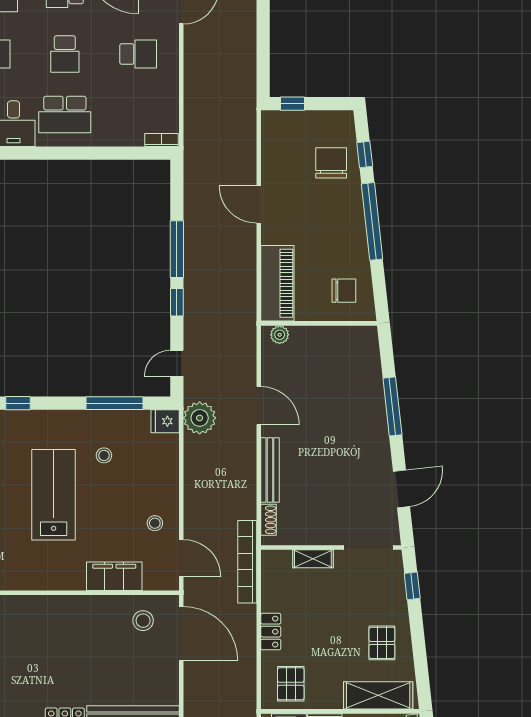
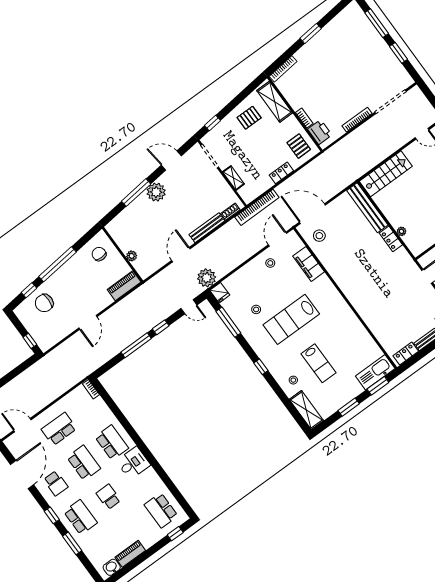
school desk: (65, 54) -> (84, 463), width x1.85
school desk: (138, 54) -> (59, 429), width x1.85
piano: (277, 283) -> (124, 286), width x0.73, depth x0.75
plant: (280, 335) -> (132, 256), moved
plant: (373, 435) -> (156, 192), added
door: (181, 634) -> (312, 214), hinge flipped
pallet: (291, 684) -> (299, 146), turned 90

